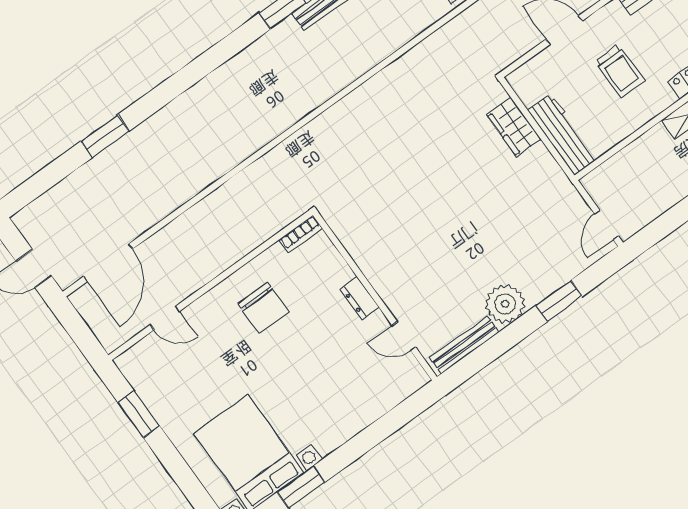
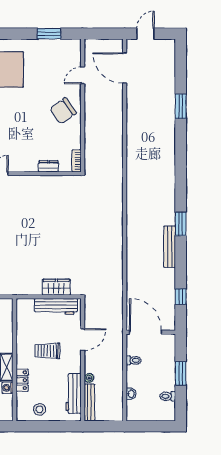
workbench: (563, 134) -> (56, 306), moved
dresser: (360, 298) -> (49, 166), moved
chair: (263, 308) -> (63, 111), moved, turned -35

